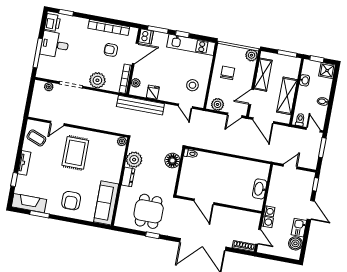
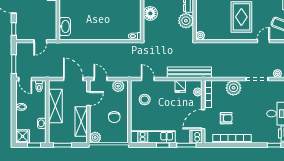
door: (235, 115) -> (101, 79), hinge flipped
floor lamp: (172, 161) -> (150, 13), moved
washbasin: (260, 189) -> (65, 26), moved

